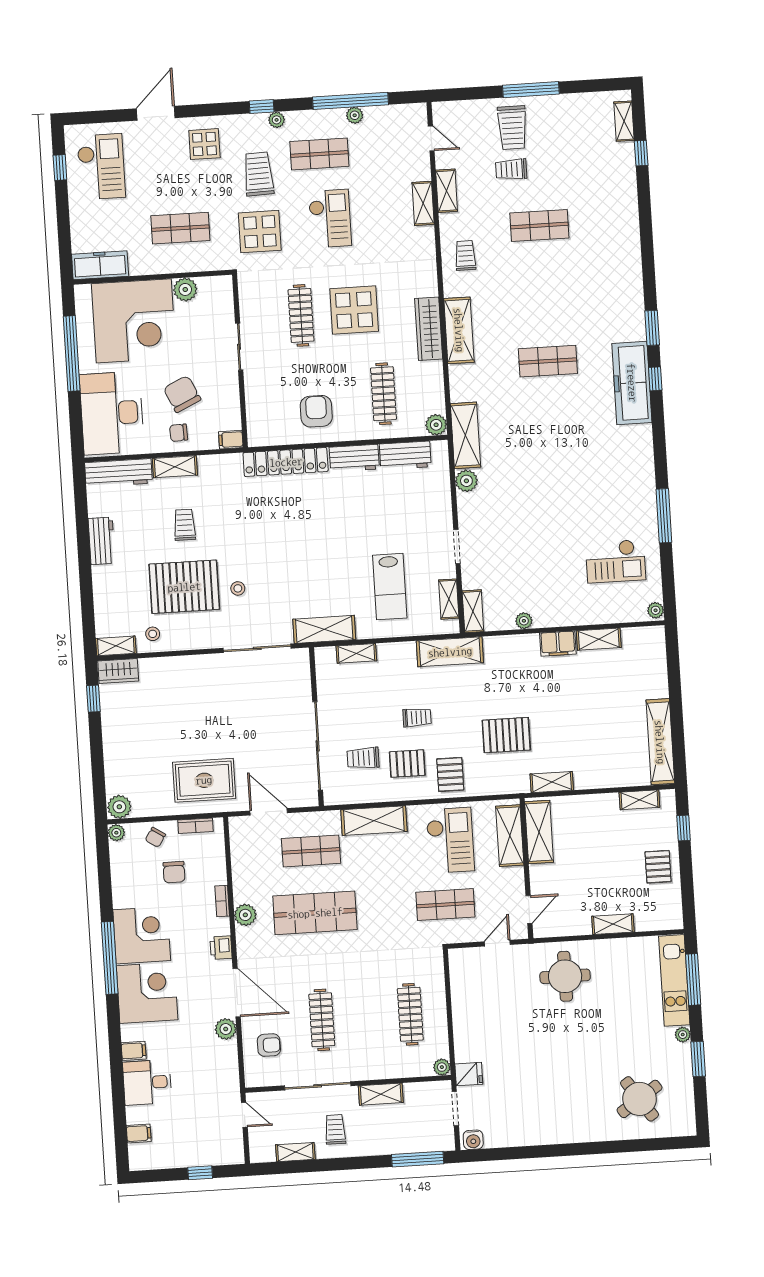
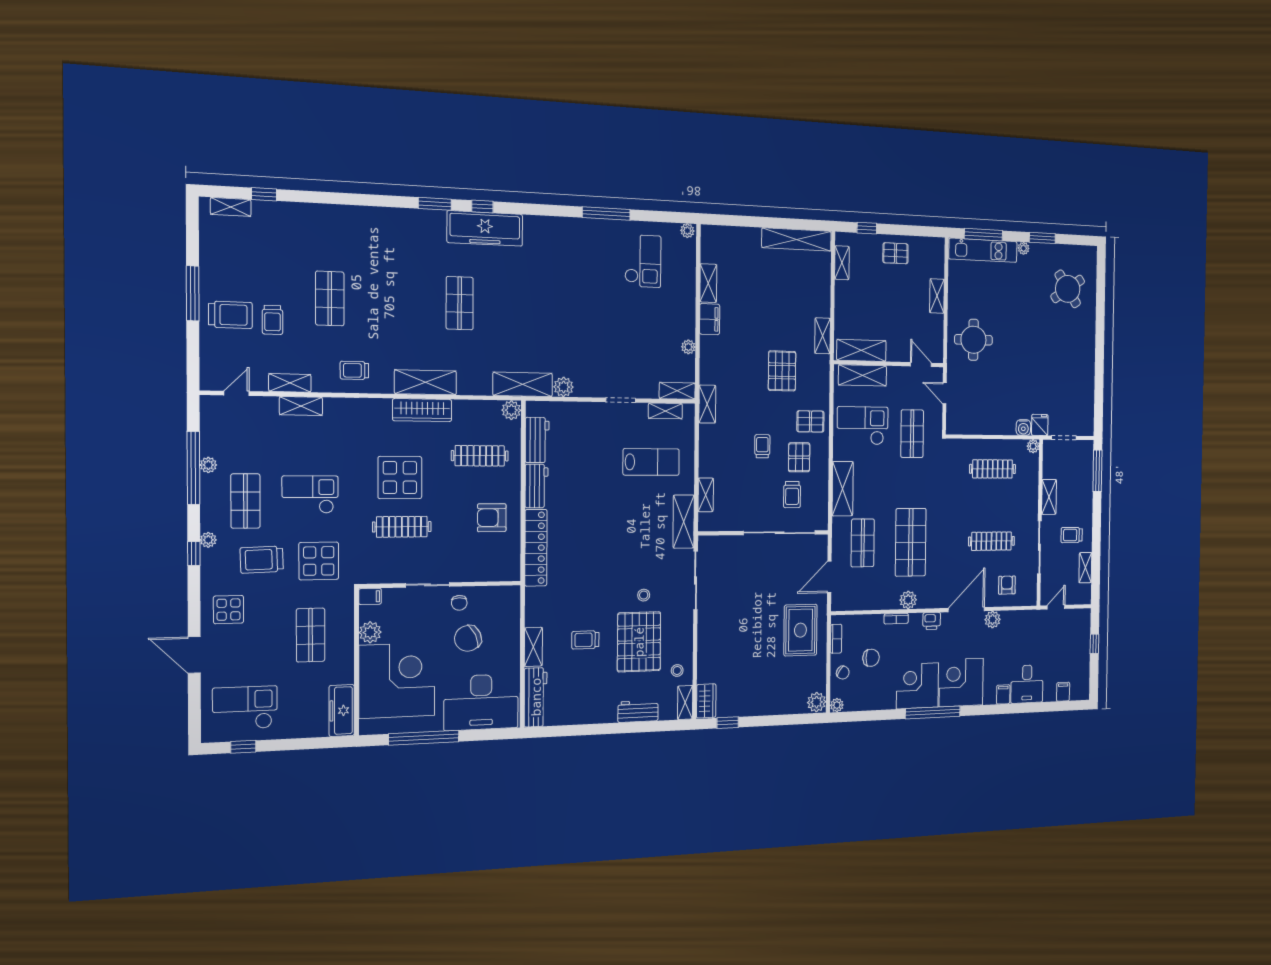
chair: (179, 433) -> (459, 603), moved
filing cabinet: (231, 440) -> (370, 596), moved, turned -90
workbench: (102, 541) -> (638, 711), moved
shelving: (450, 652) -> (707, 404), width x0.67, depth x0.75
water cooler: (473, 1140) -> (1023, 427), moved, turned 90

